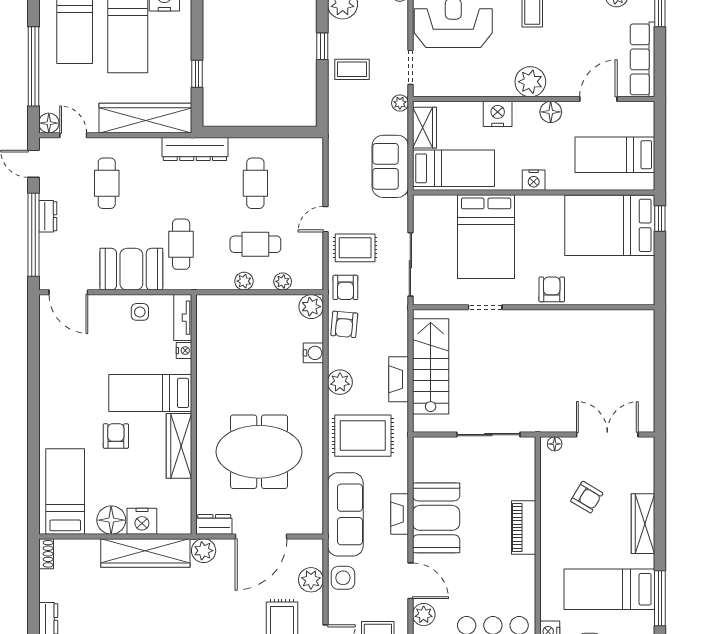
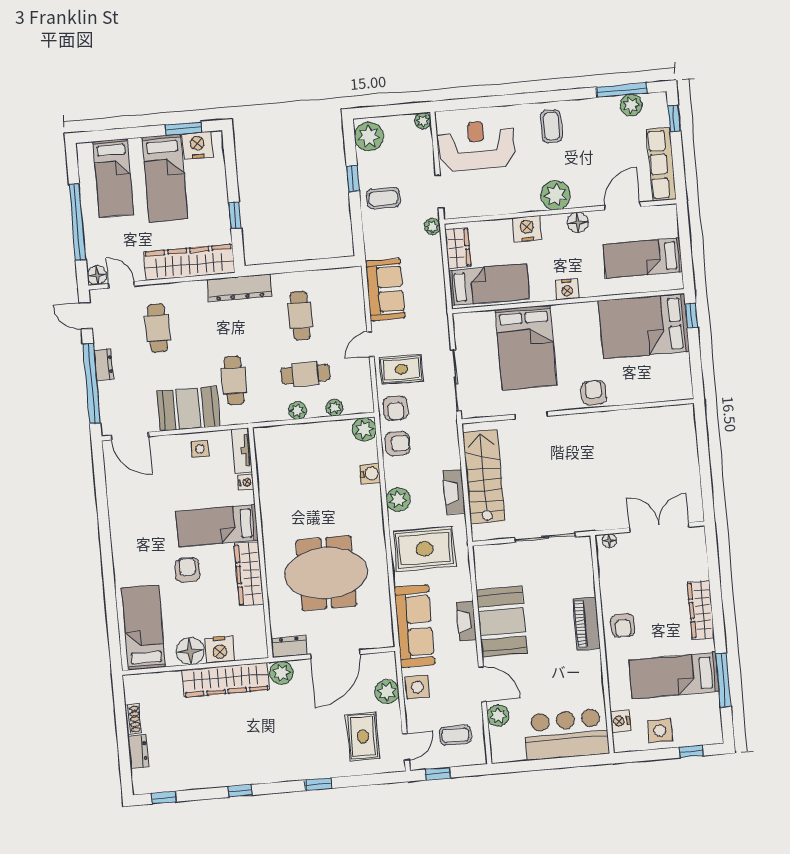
sofa: (390, 166) -> (385, 290), moved, turned 180
armchair: (344, 324) -> (397, 444), turned -95
armchair: (587, 497) -> (623, 626), moved, turned 59
shoe rack: (46, 554) -> (133, 719), moved

